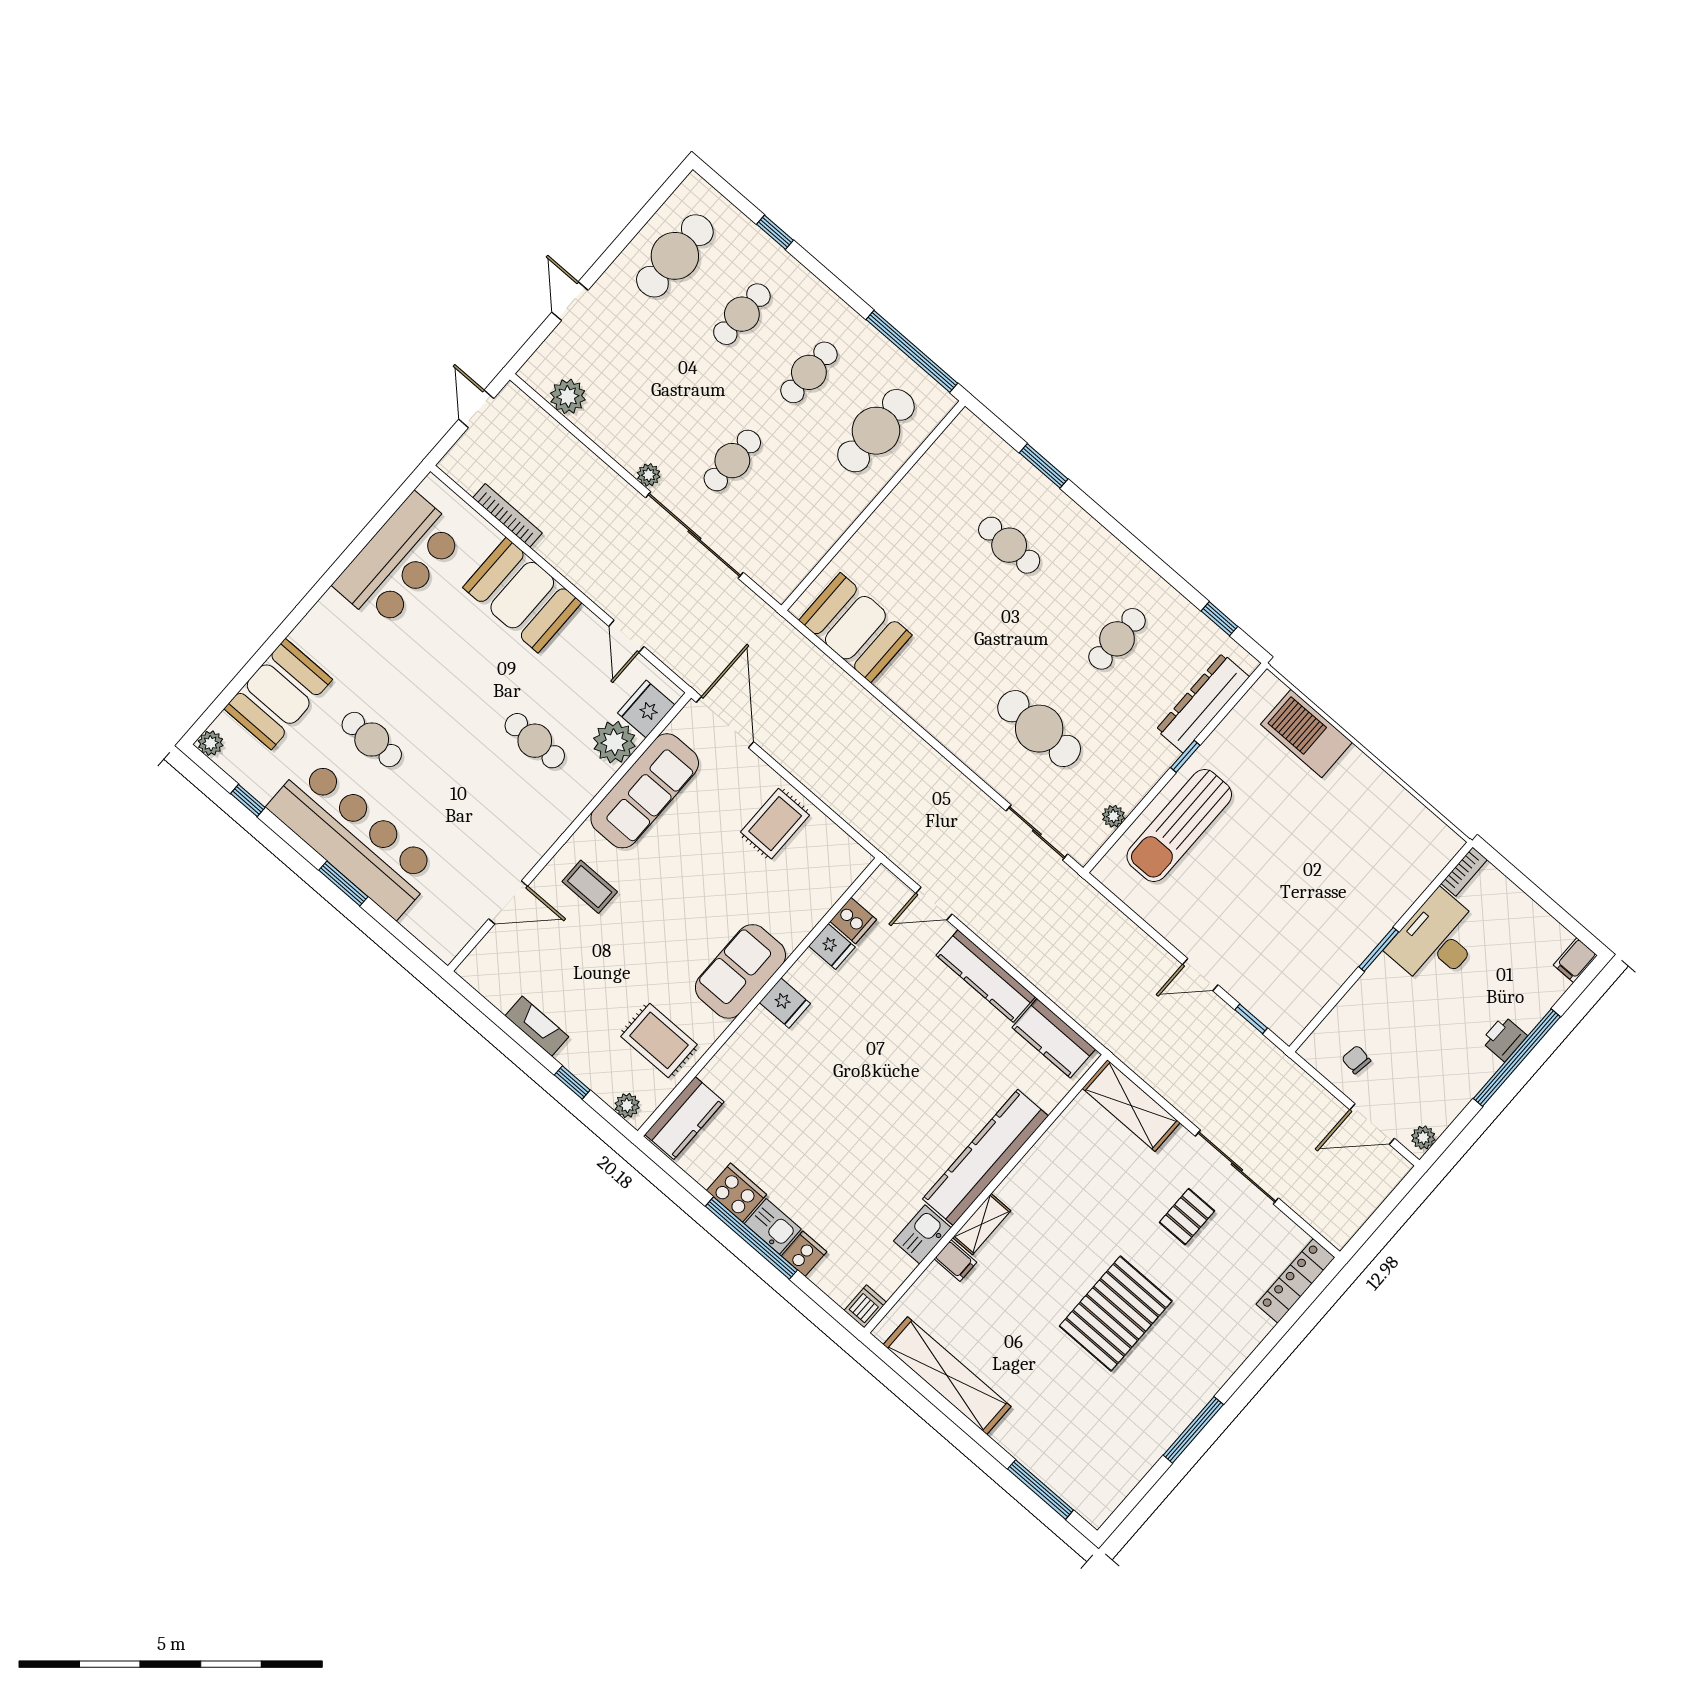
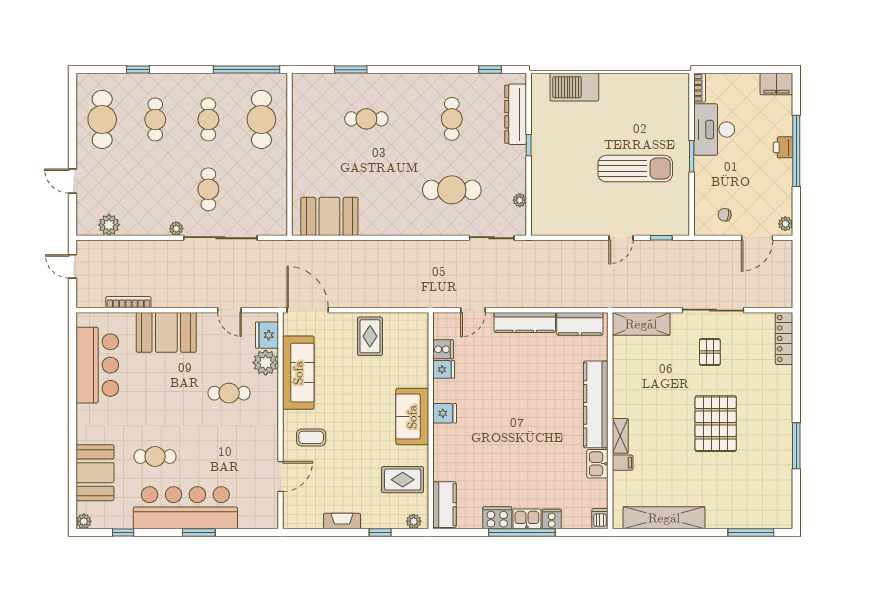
sun lounger: (1179, 825) -> (635, 169), moved, turned -90
filing cabinet: (1575, 960) -> (776, 84), width x2.00

